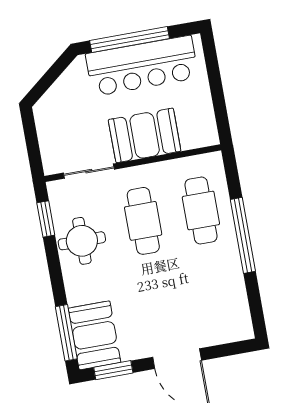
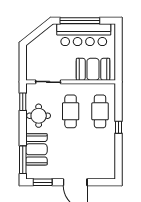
booth: (145, 135) -> (93, 69), moved
window: (243, 235) -> (118, 127), width x0.32
booth: (94, 335) -> (36, 149), moved

